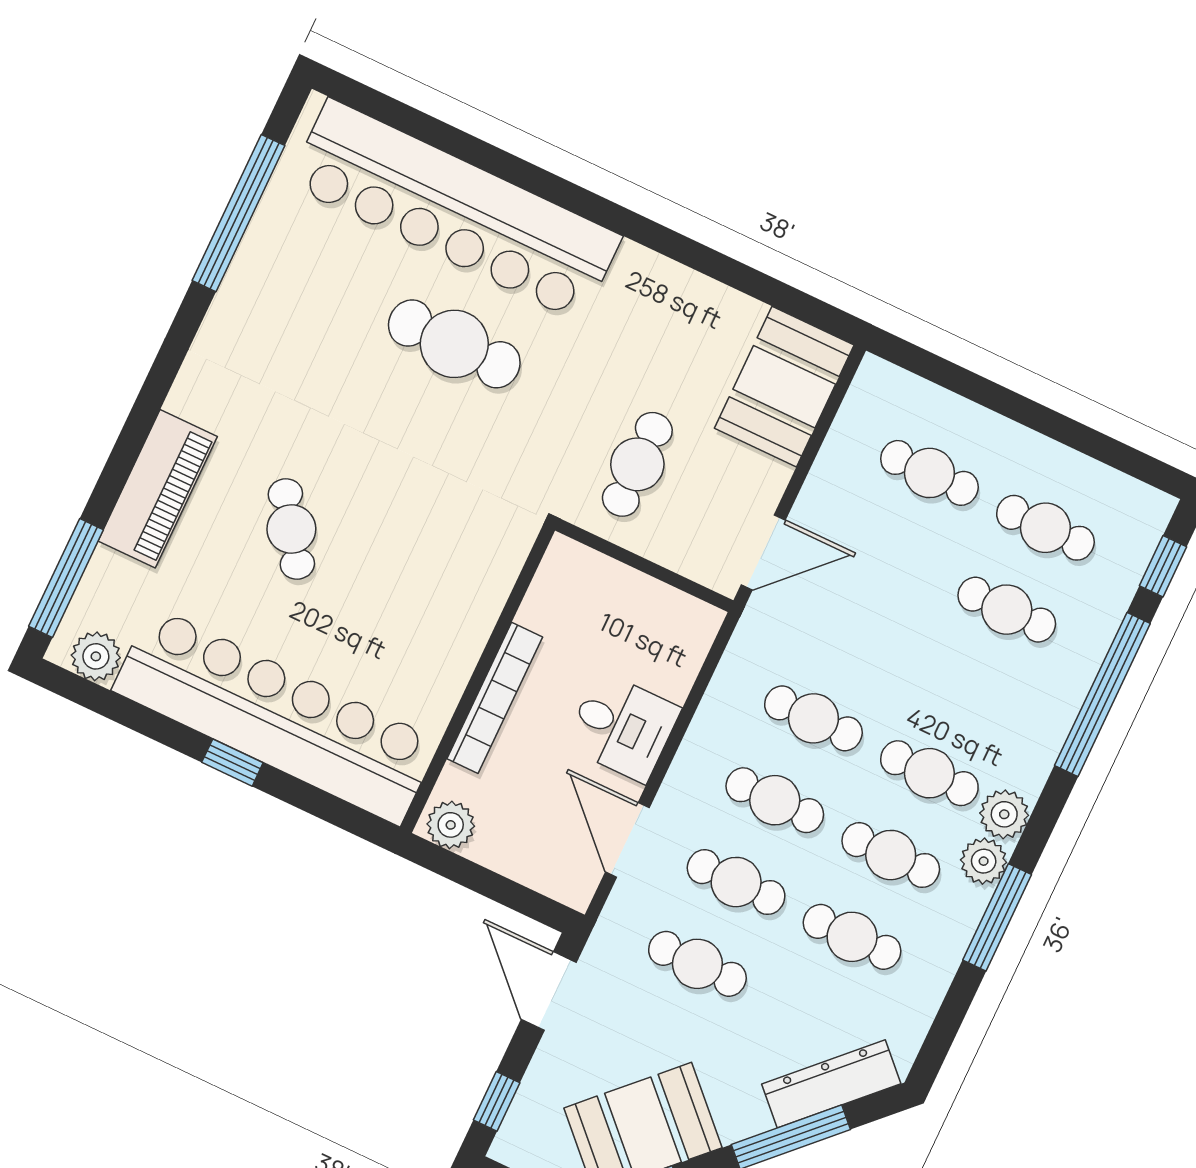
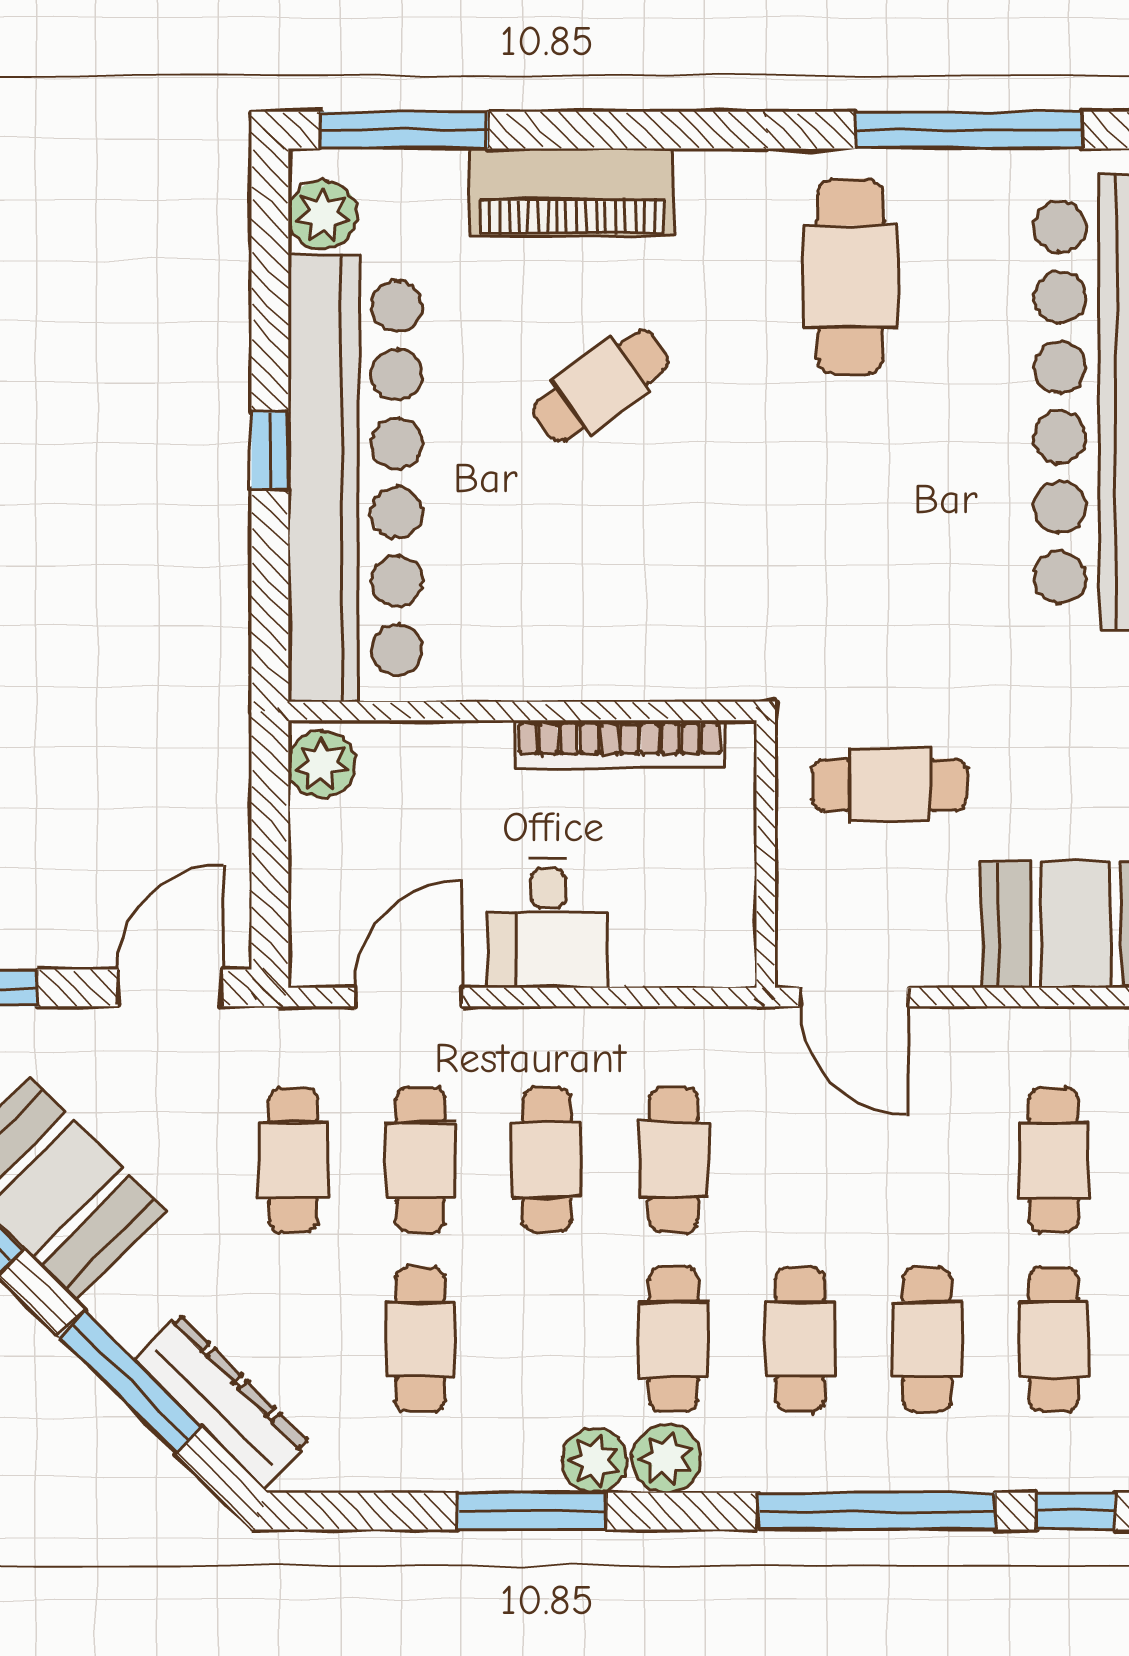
cafe table: (454, 344) -> (850, 276), moved
bookcase: (495, 698) -> (620, 744), moved
cafe table: (891, 855) -> (800, 1339), moved

